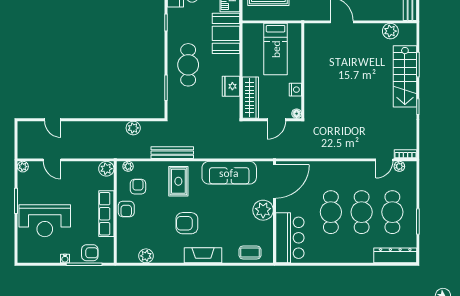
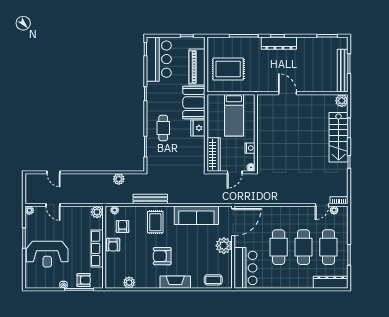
plant: (390, 31) -> (342, 101), moved
cafe table: (188, 65) -> (163, 128), width x0.73, depth x0.74
fridge: (231, 86) -> (198, 128), moved

